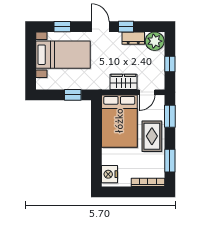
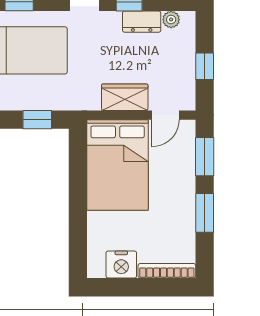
plant: (155, 41) -> (171, 20), width x0.53, depth x0.53
rug: (152, 136) -> (174, 191), removed
window: (170, 161) -> (205, 213), moved
nightstand: (109, 174) -> (121, 265), moved, turned -90

